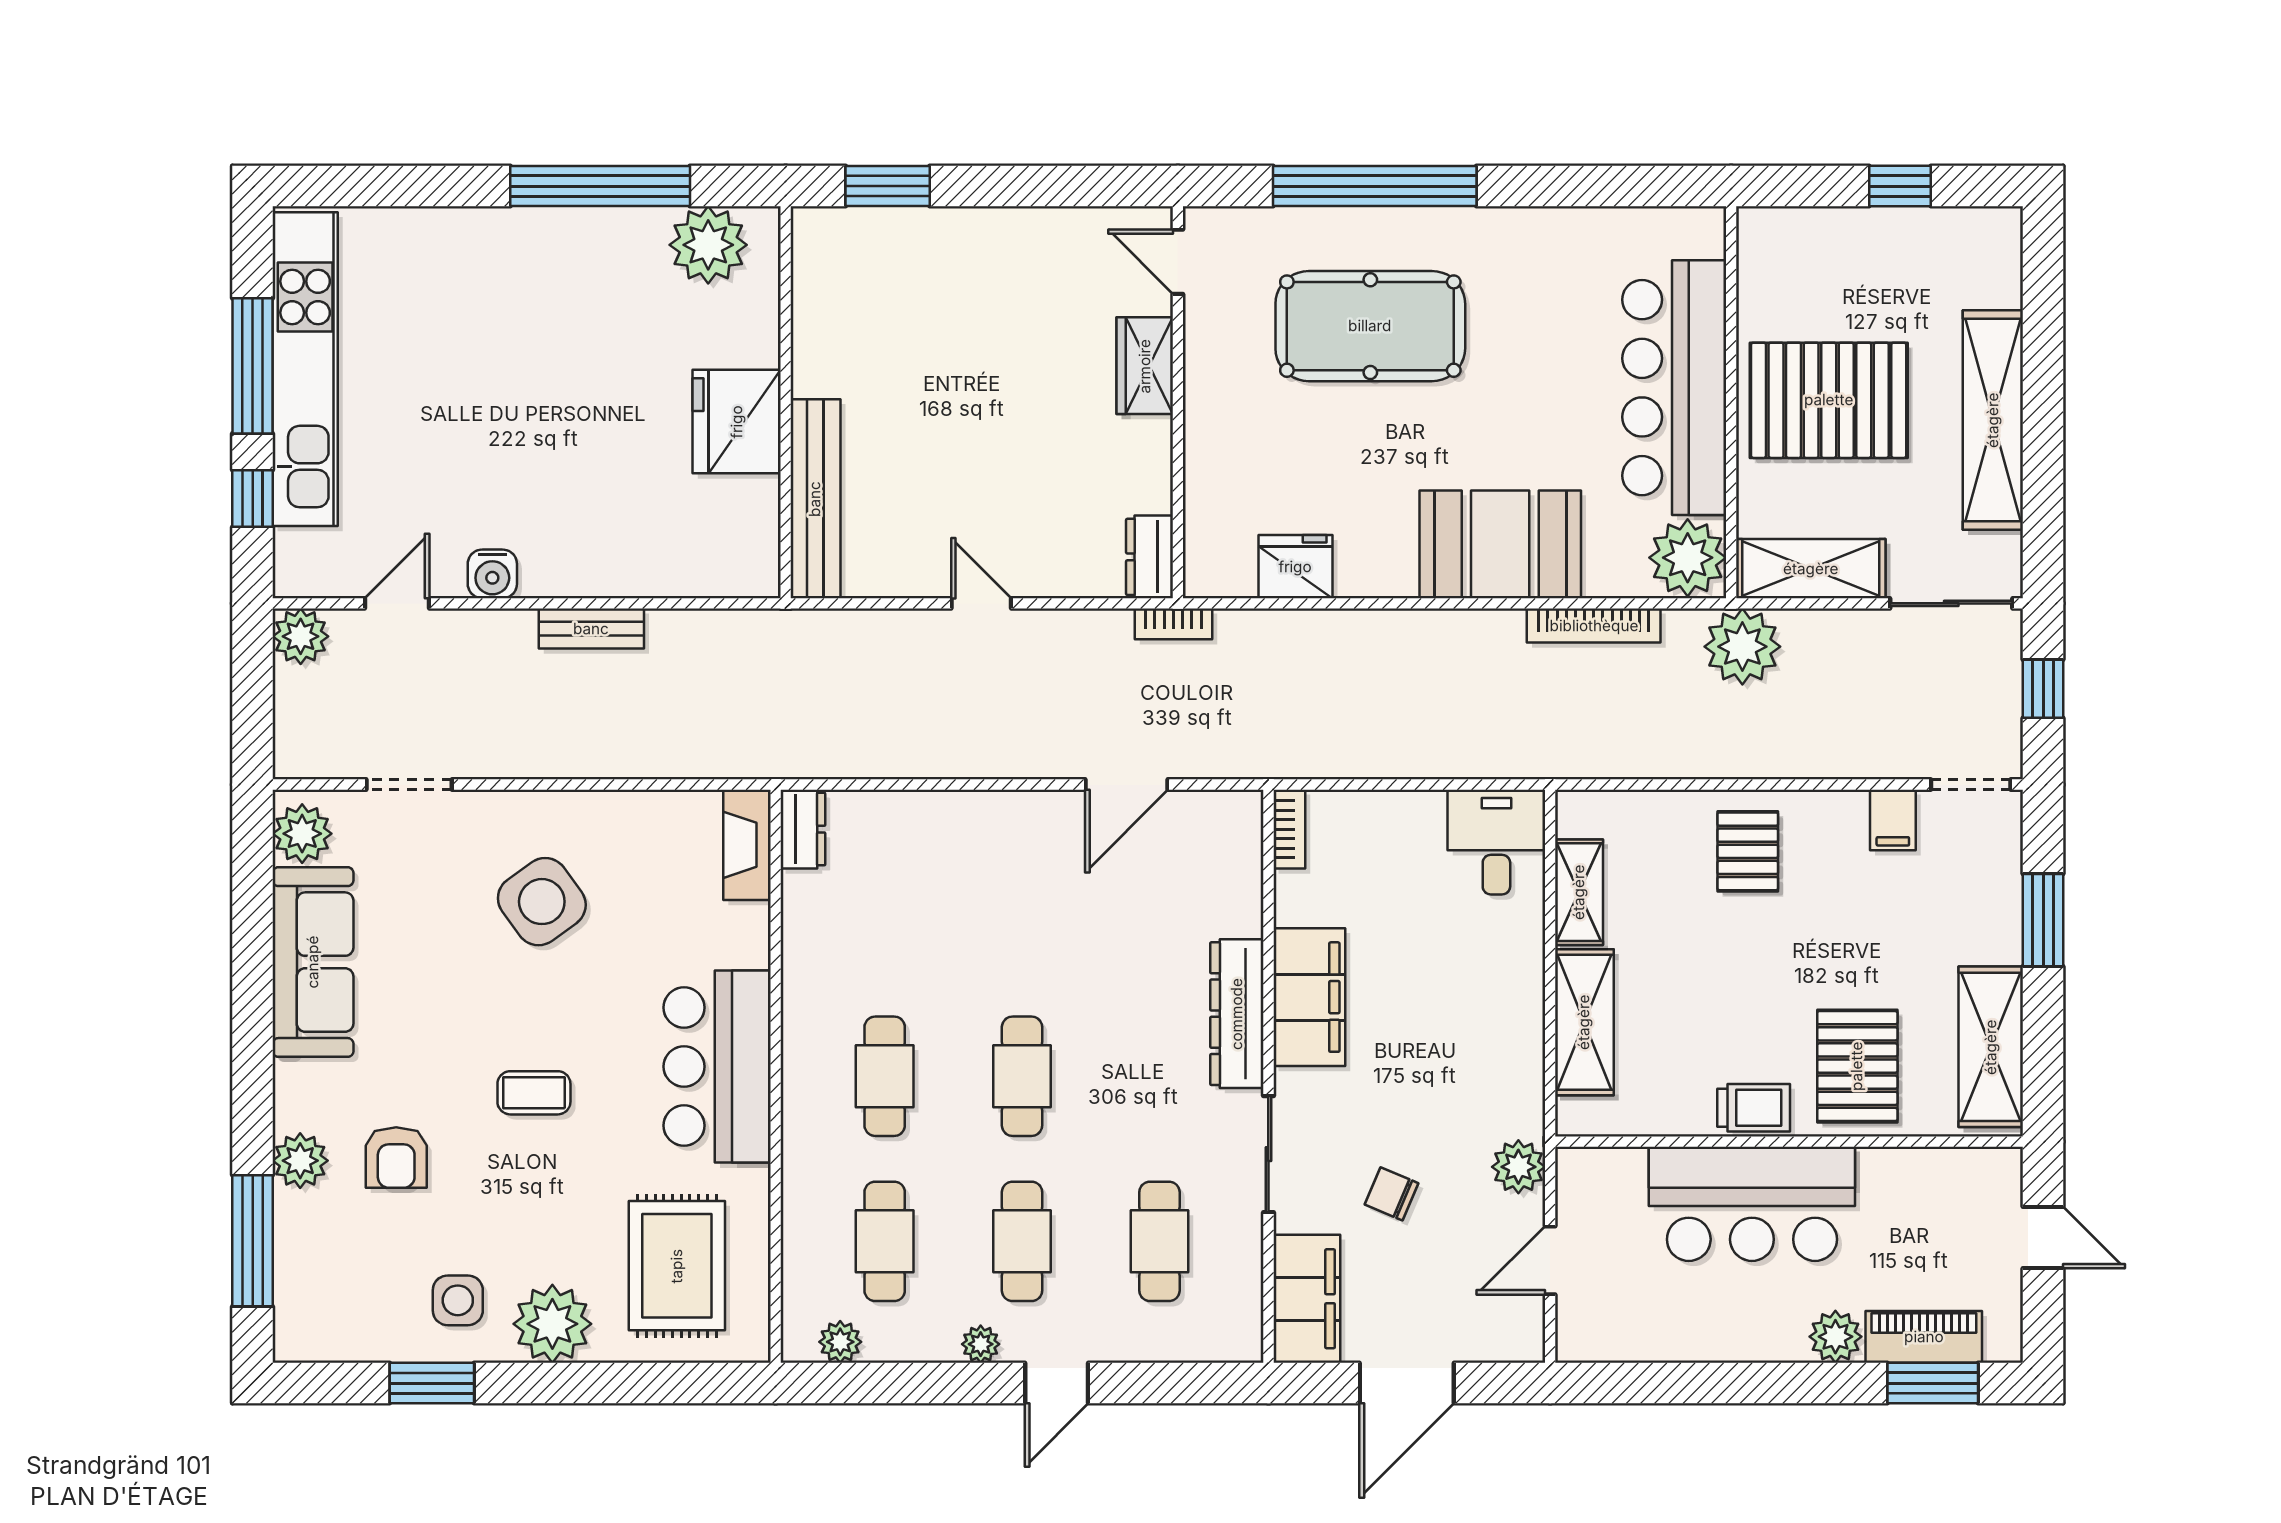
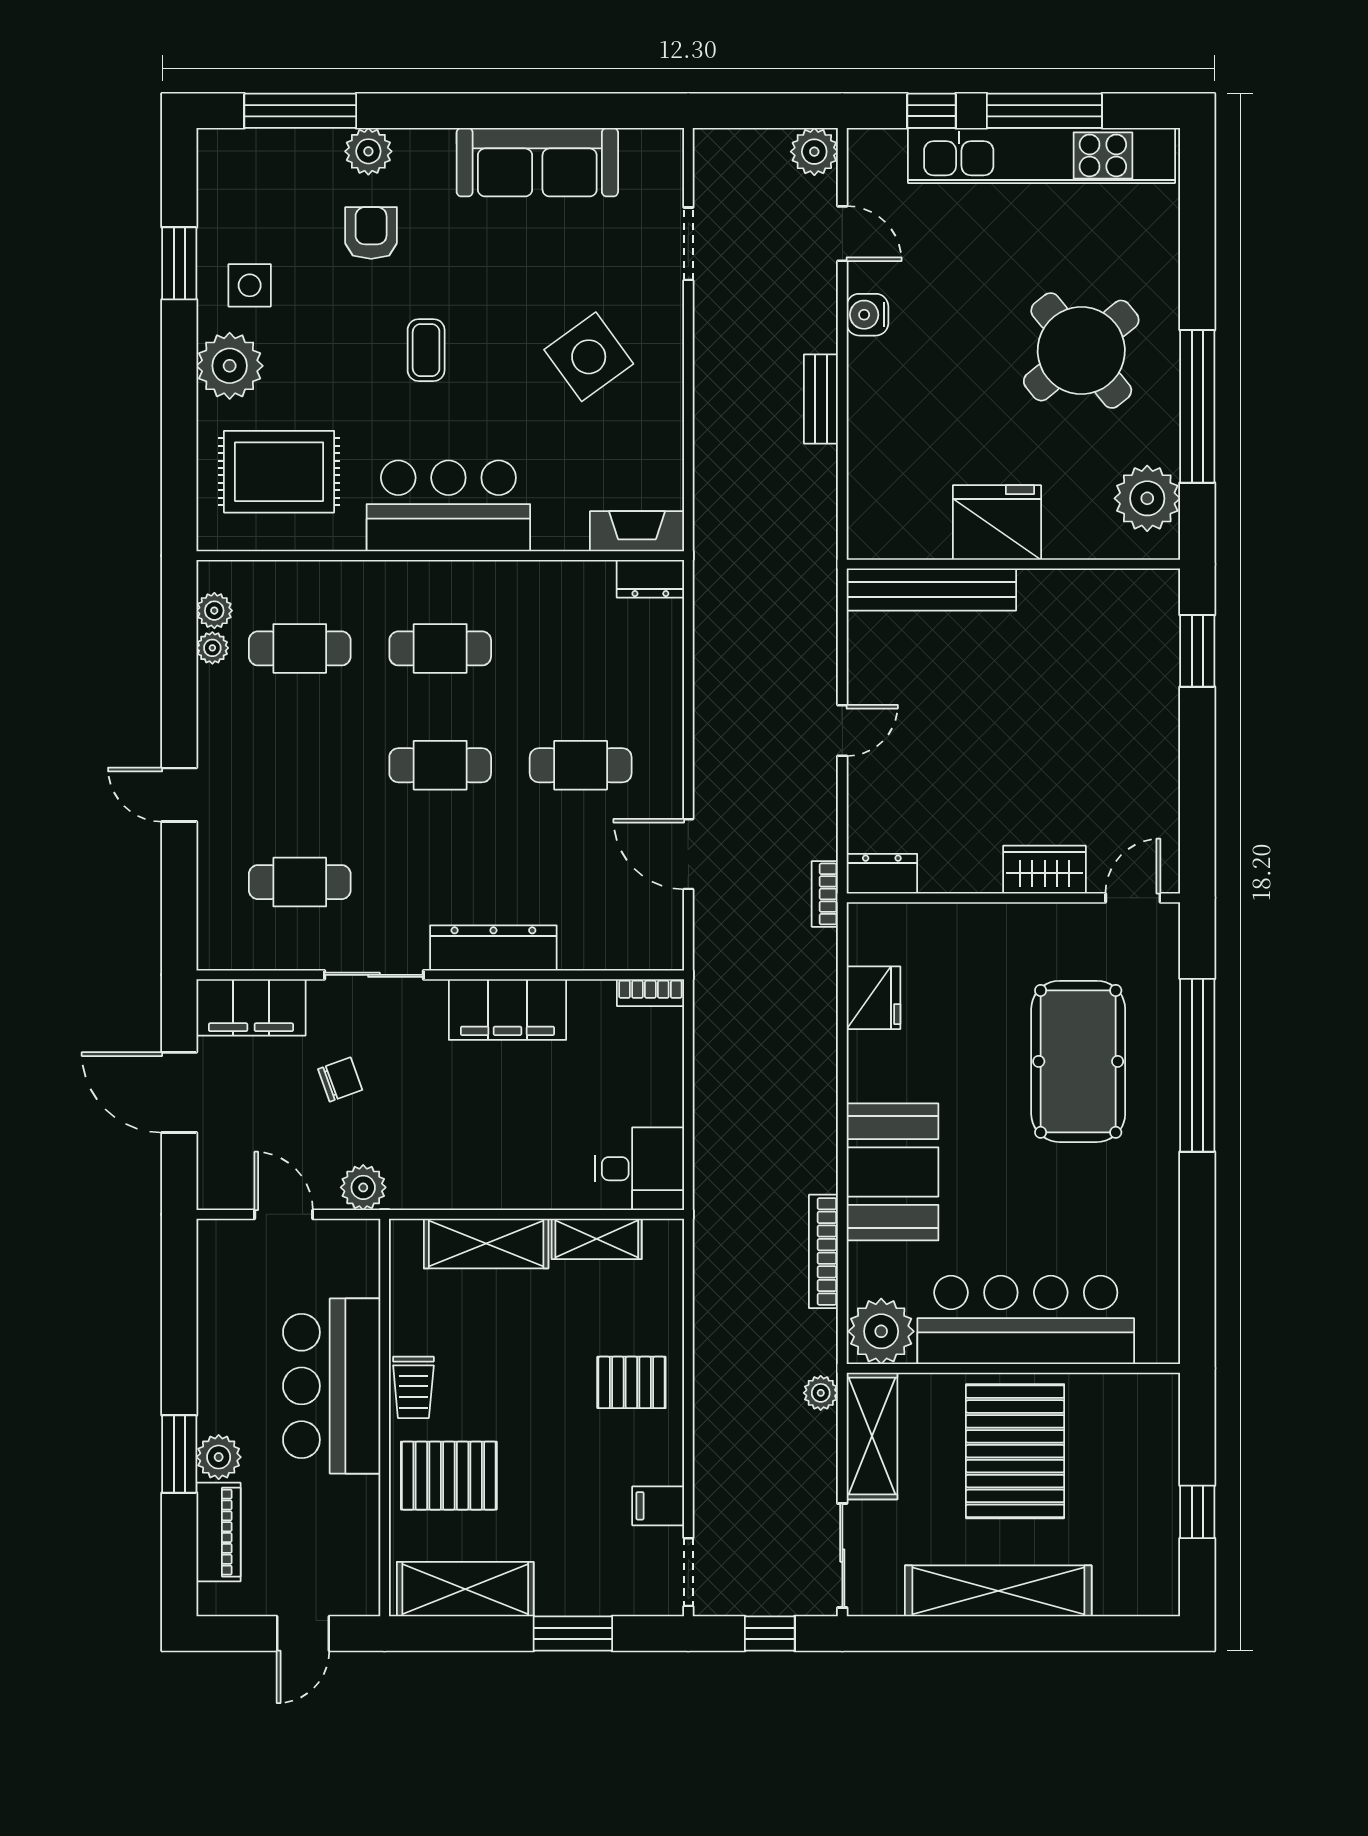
round table: (534, 322) -> (1081, 351), added
plant: (1742, 647) -> (821, 1393), width x0.53, depth x0.53
plant: (302, 834) -> (647, 153), removed
armchair: (396, 1158) -> (371, 233), turned 90
chair: (1392, 1194) -> (340, 1079), turned 47
cafe table: (1022, 1241) -> (581, 765), moved
plant: (981, 1344) -> (212, 648), moved
window: (1933, 1383) -> (179, 1454), moved

